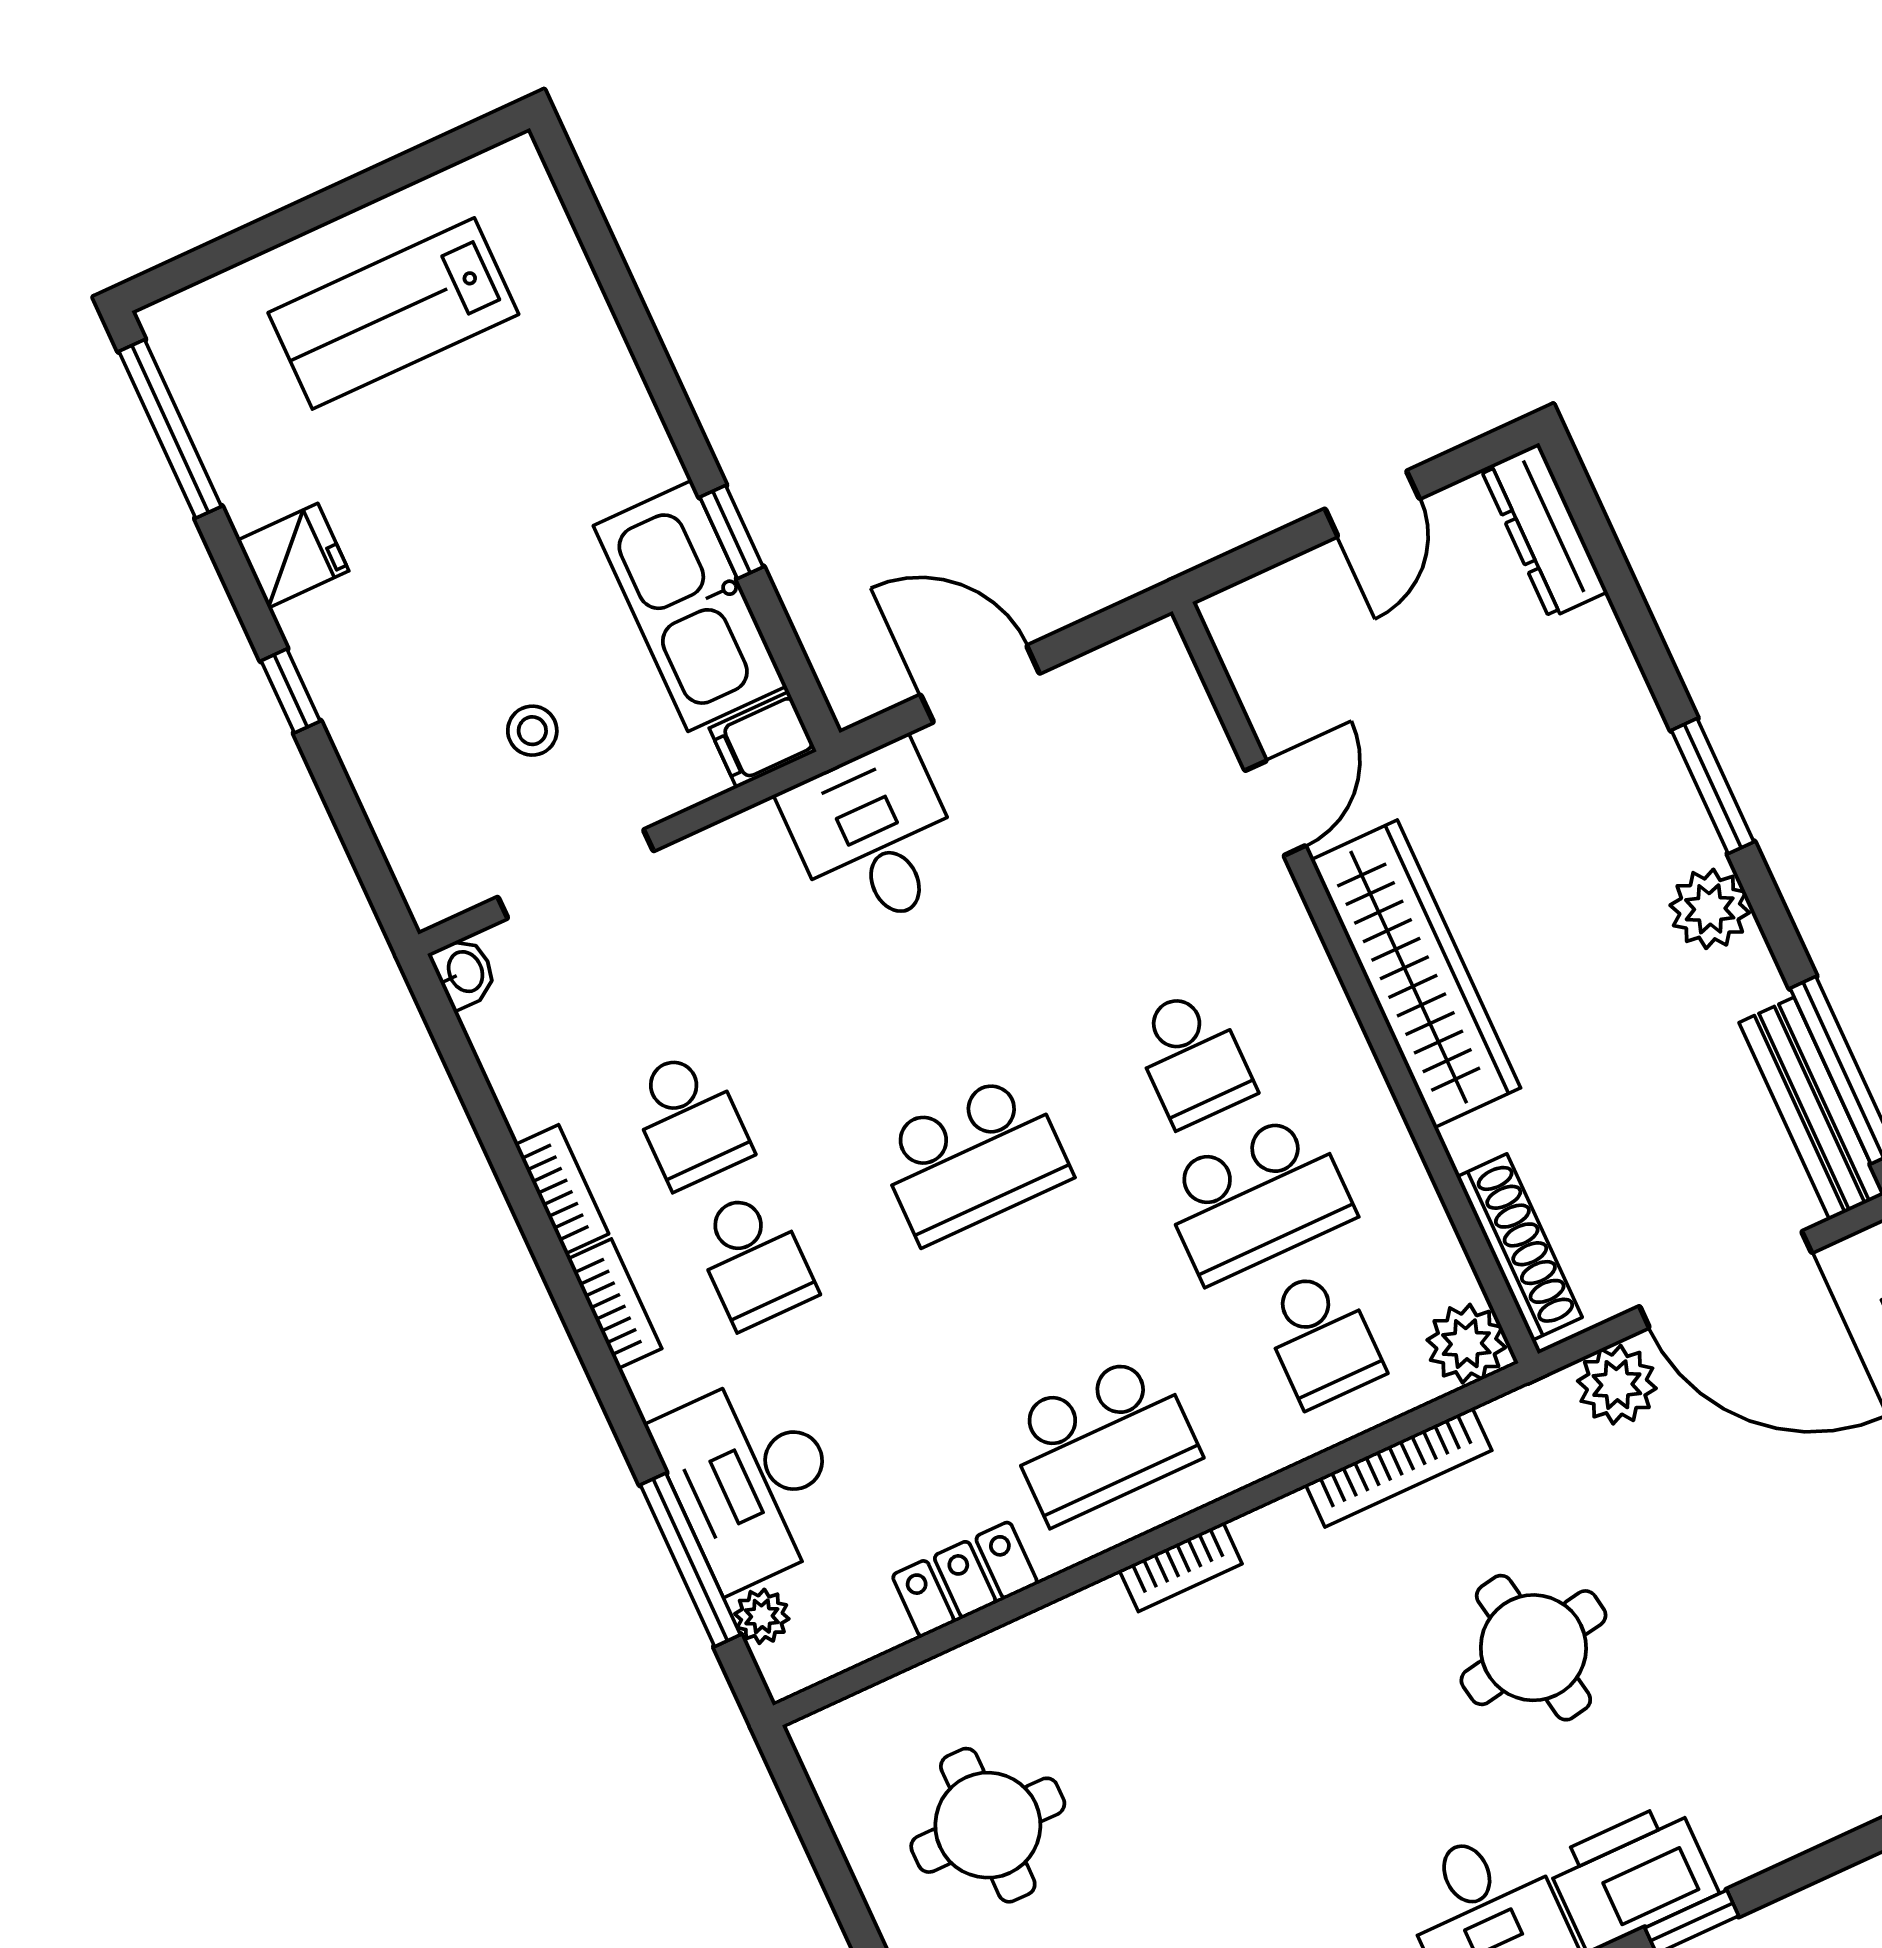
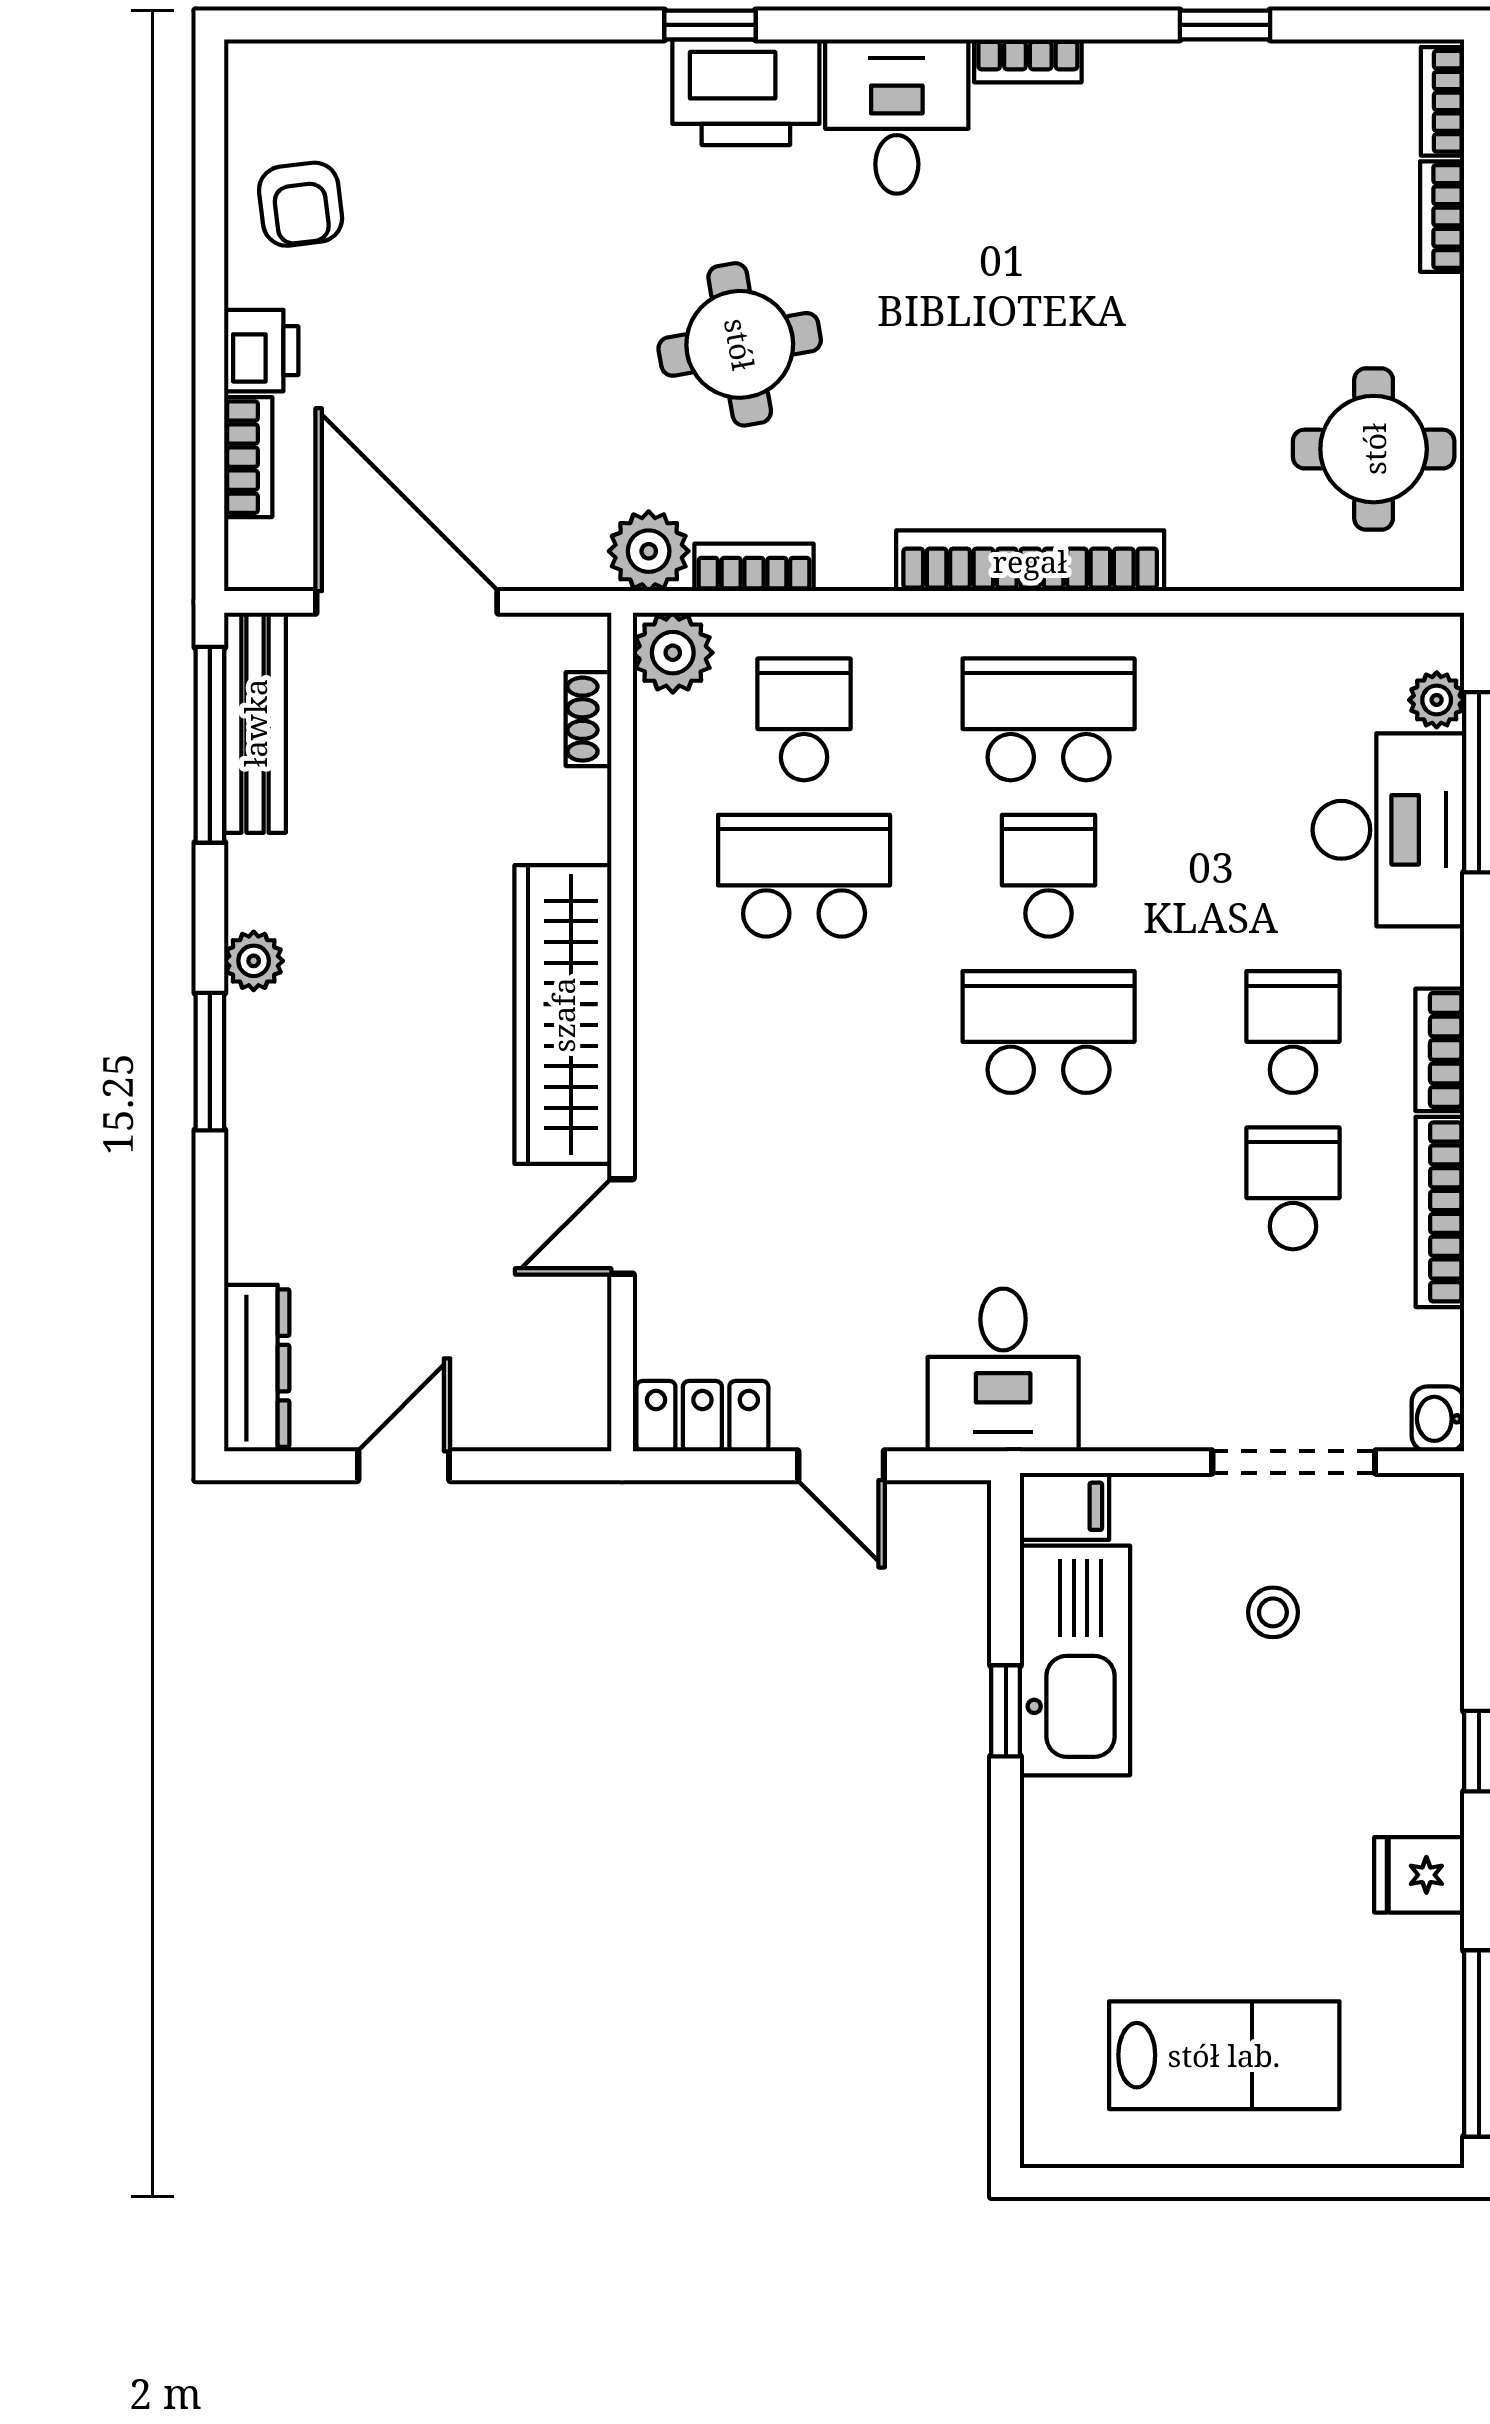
door: (980, 684) -> (841, 1466), width x0.73
plant: (1710, 909) -> (254, 961), width x0.73, depth x0.73
school desk: (1192, 1058) -> (1049, 876), moved
bookcase: (562, 1189) -> (1440, 1212), width x1.56
shoe rack: (1519, 1247) -> (588, 719), width x0.51, depth x0.81
plant: (1617, 1385) -> (649, 551), moved
bookcase: (1399, 1467) -> (754, 567), width x0.64
bookcase: (1181, 1567) -> (1030, 561), width x2.31, depth x1.31
locker: (965, 1579) -> (702, 1416), moved, turned 180
round table: (988, 1825) -> (1374, 449), moved

